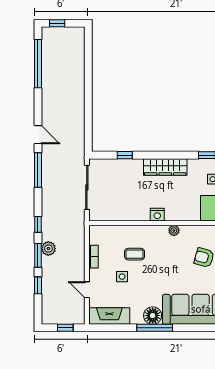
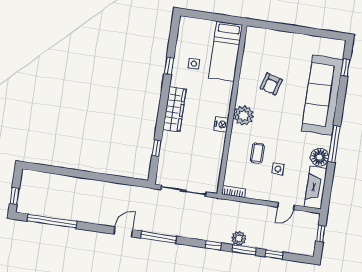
plant: (174, 230) -> (243, 115), width x1.88, depth x1.88
bookcase: (94, 257) -> (234, 191), moved
floor lamp: (153, 316) -> (320, 157), moved

